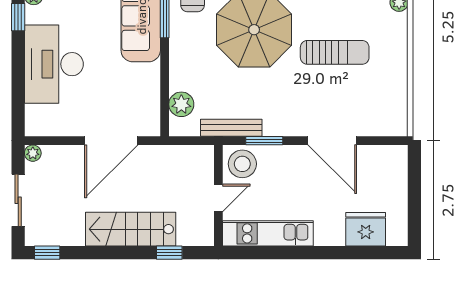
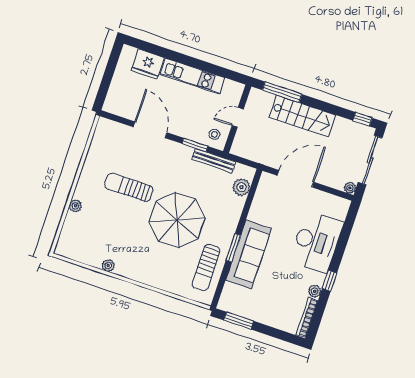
stool: (242, 164) -> (214, 134), width x0.53, depth x0.53
sliding door: (18, 200) -> (370, 160), width x1.37
kitchen unit: (268, 233) -> (193, 76), moved
window: (169, 253) -> (282, 92), width x2.17

